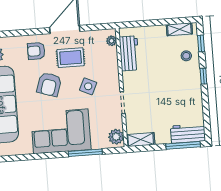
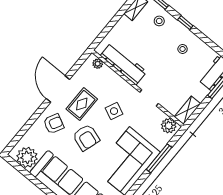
armchair: (36, 51) -> (54, 124), turned -153
workbench: (129, 53) -> (123, 64), width x1.38
stool: (182, 93) -> (183, 49), added

